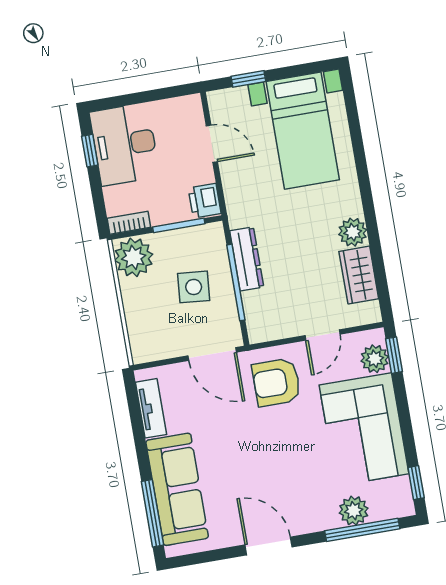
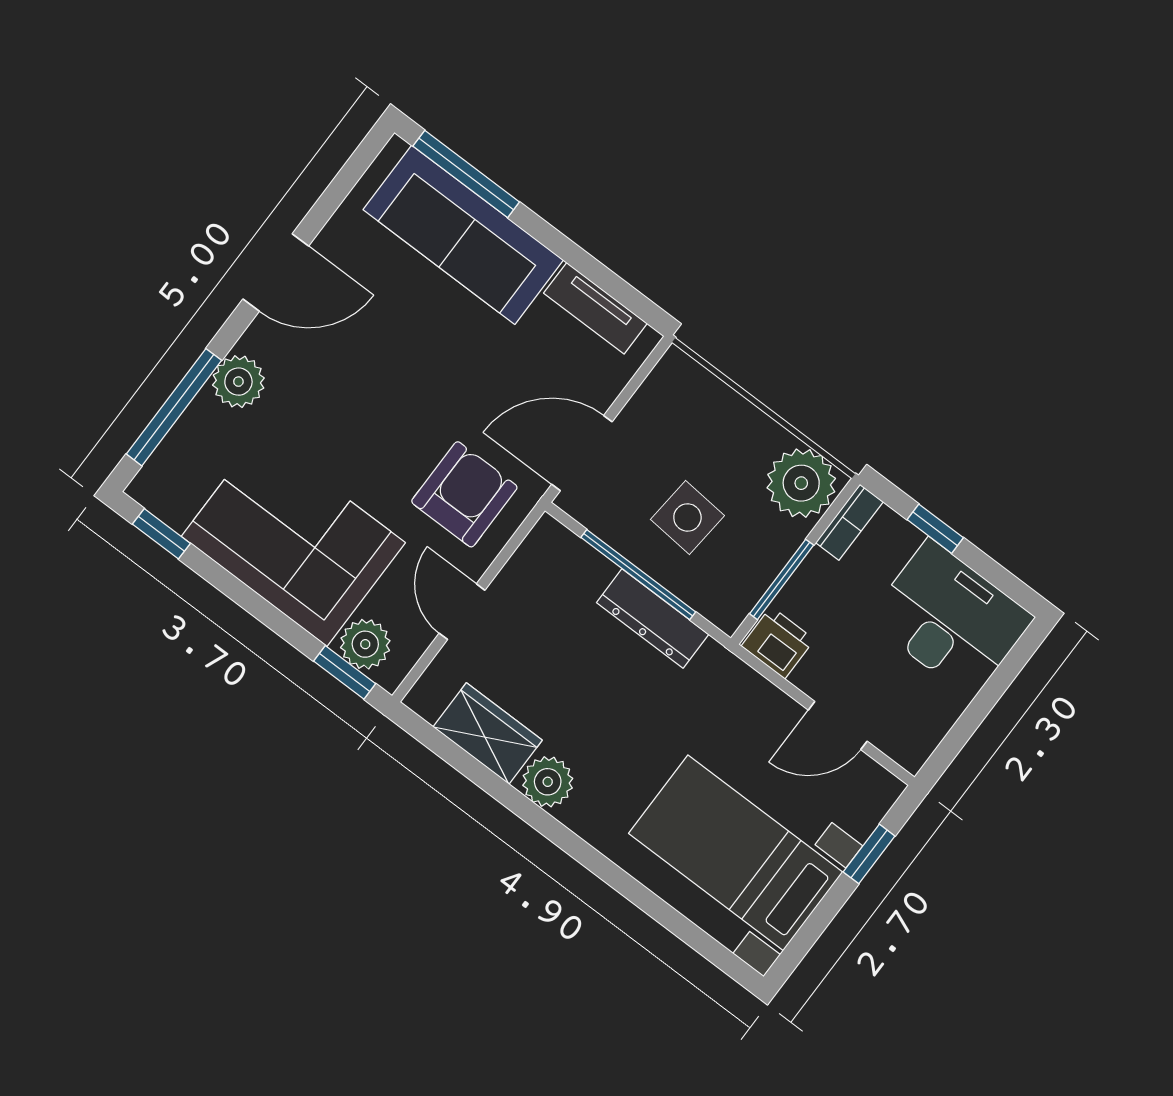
window: (90, 151) -> (935, 529), moved
plant: (354, 511) -> (238, 382), moved

